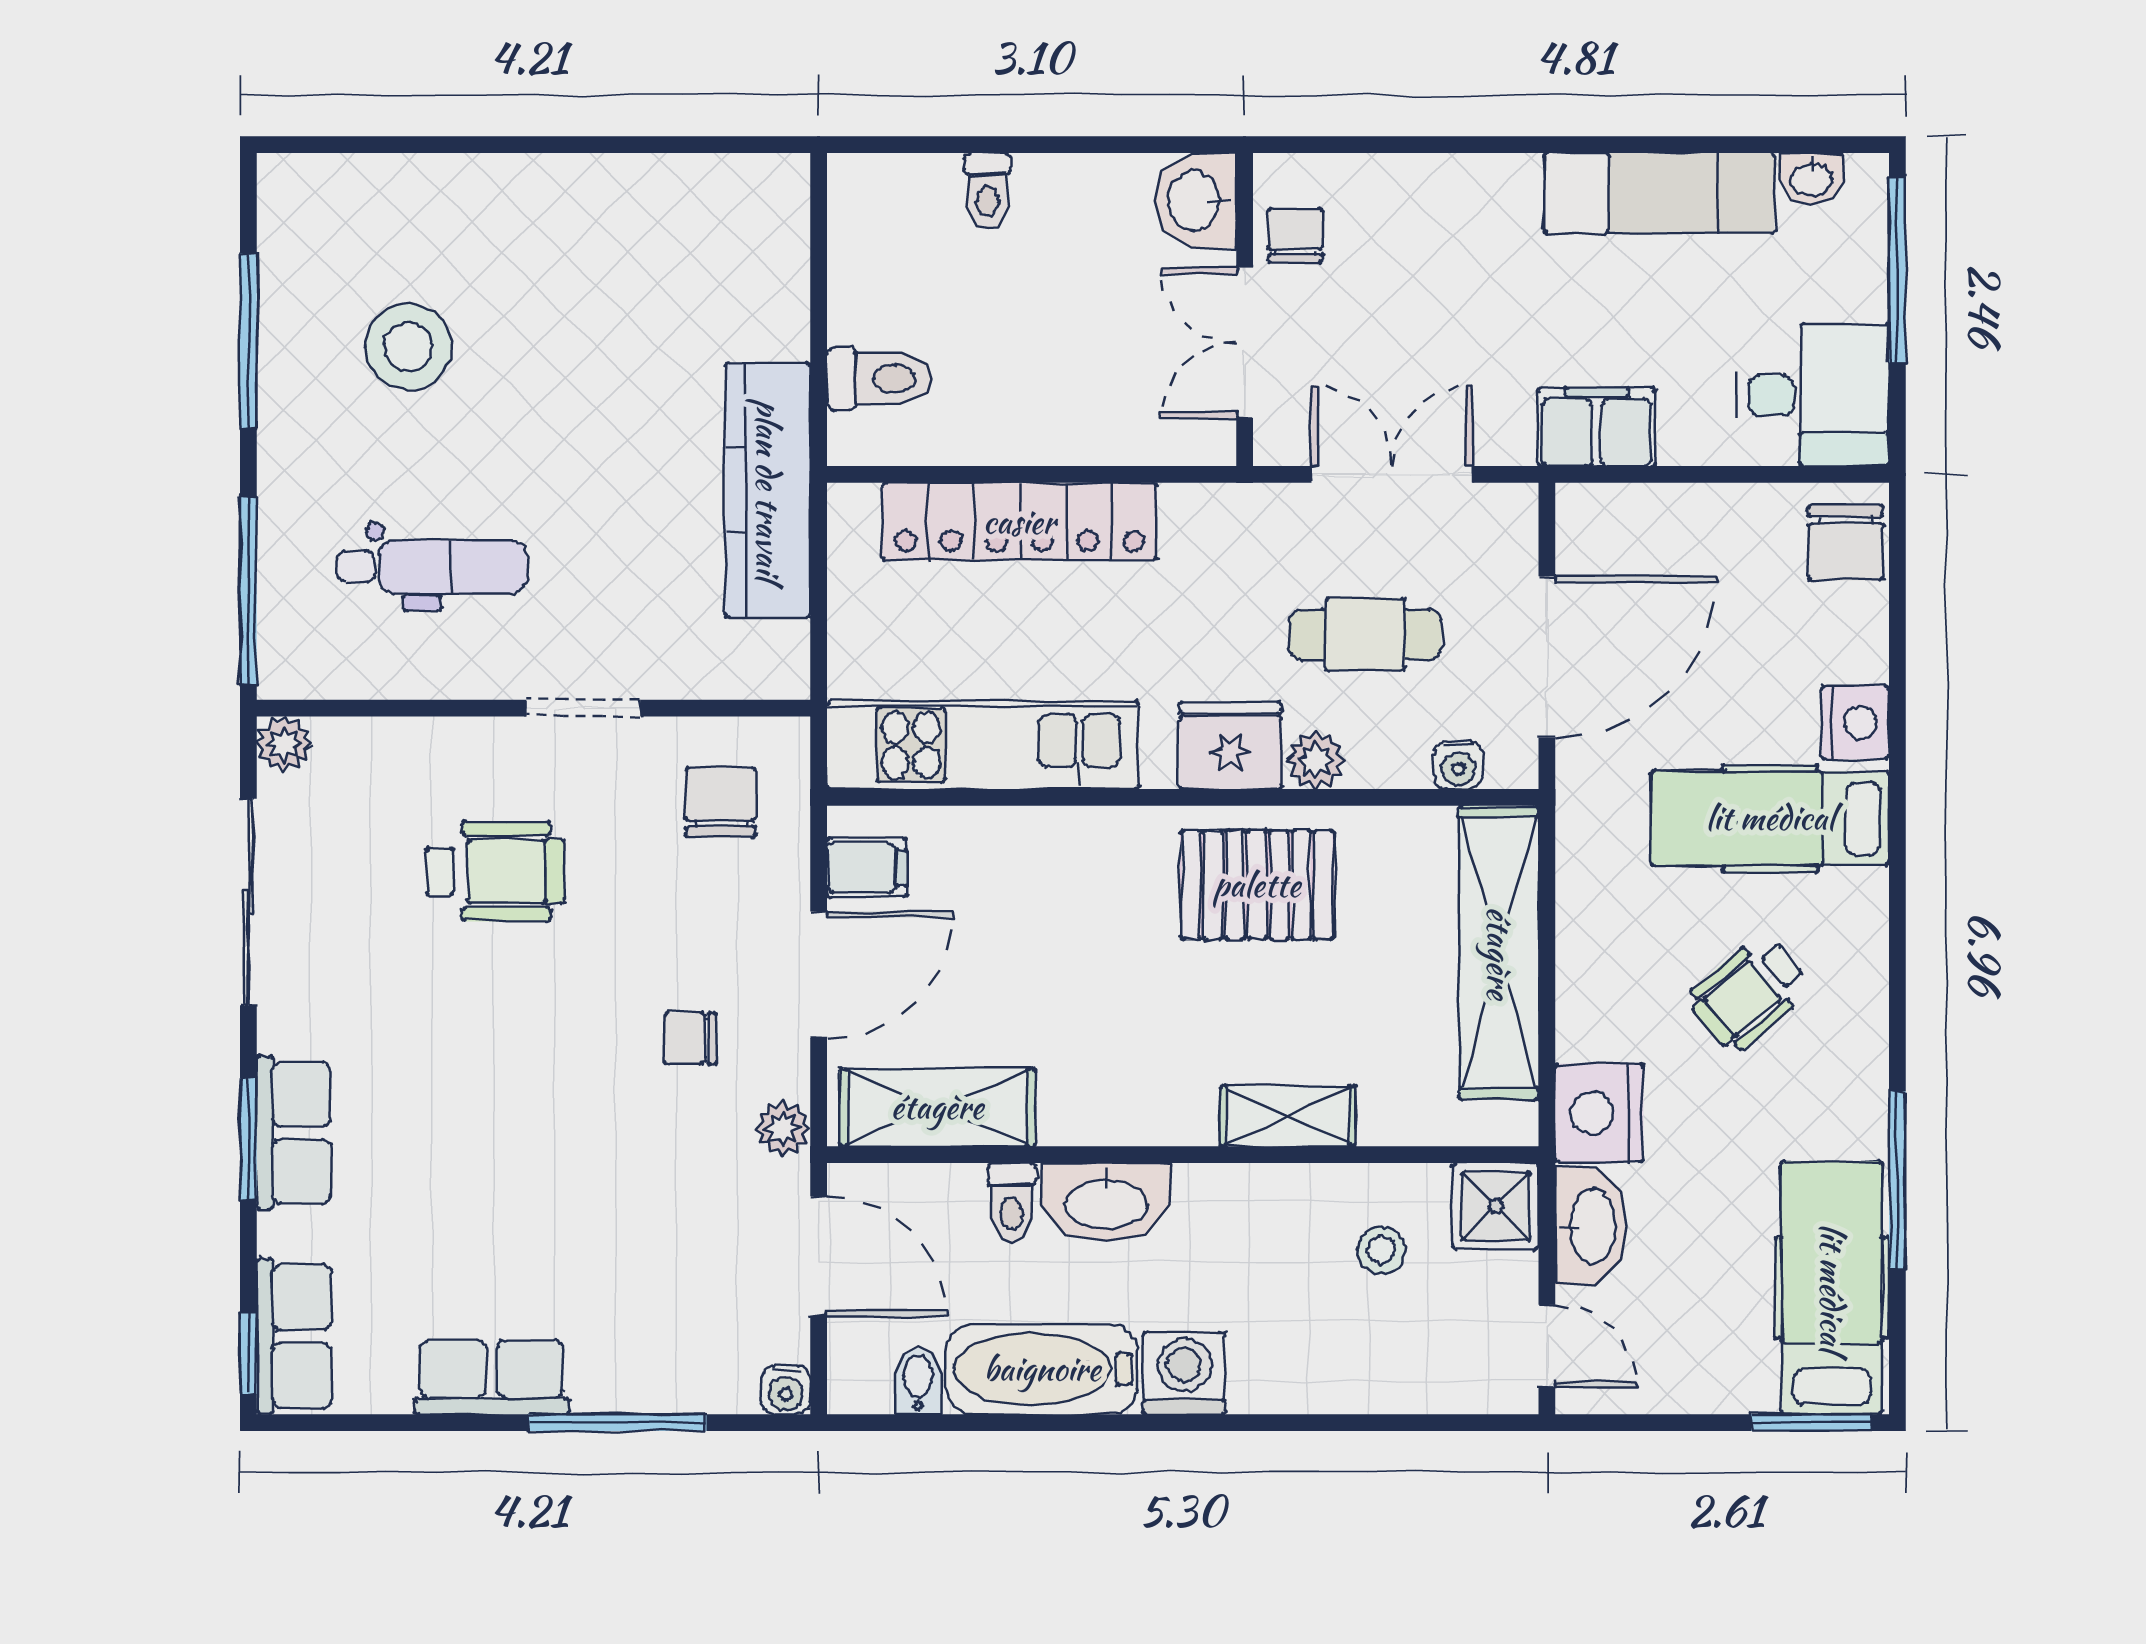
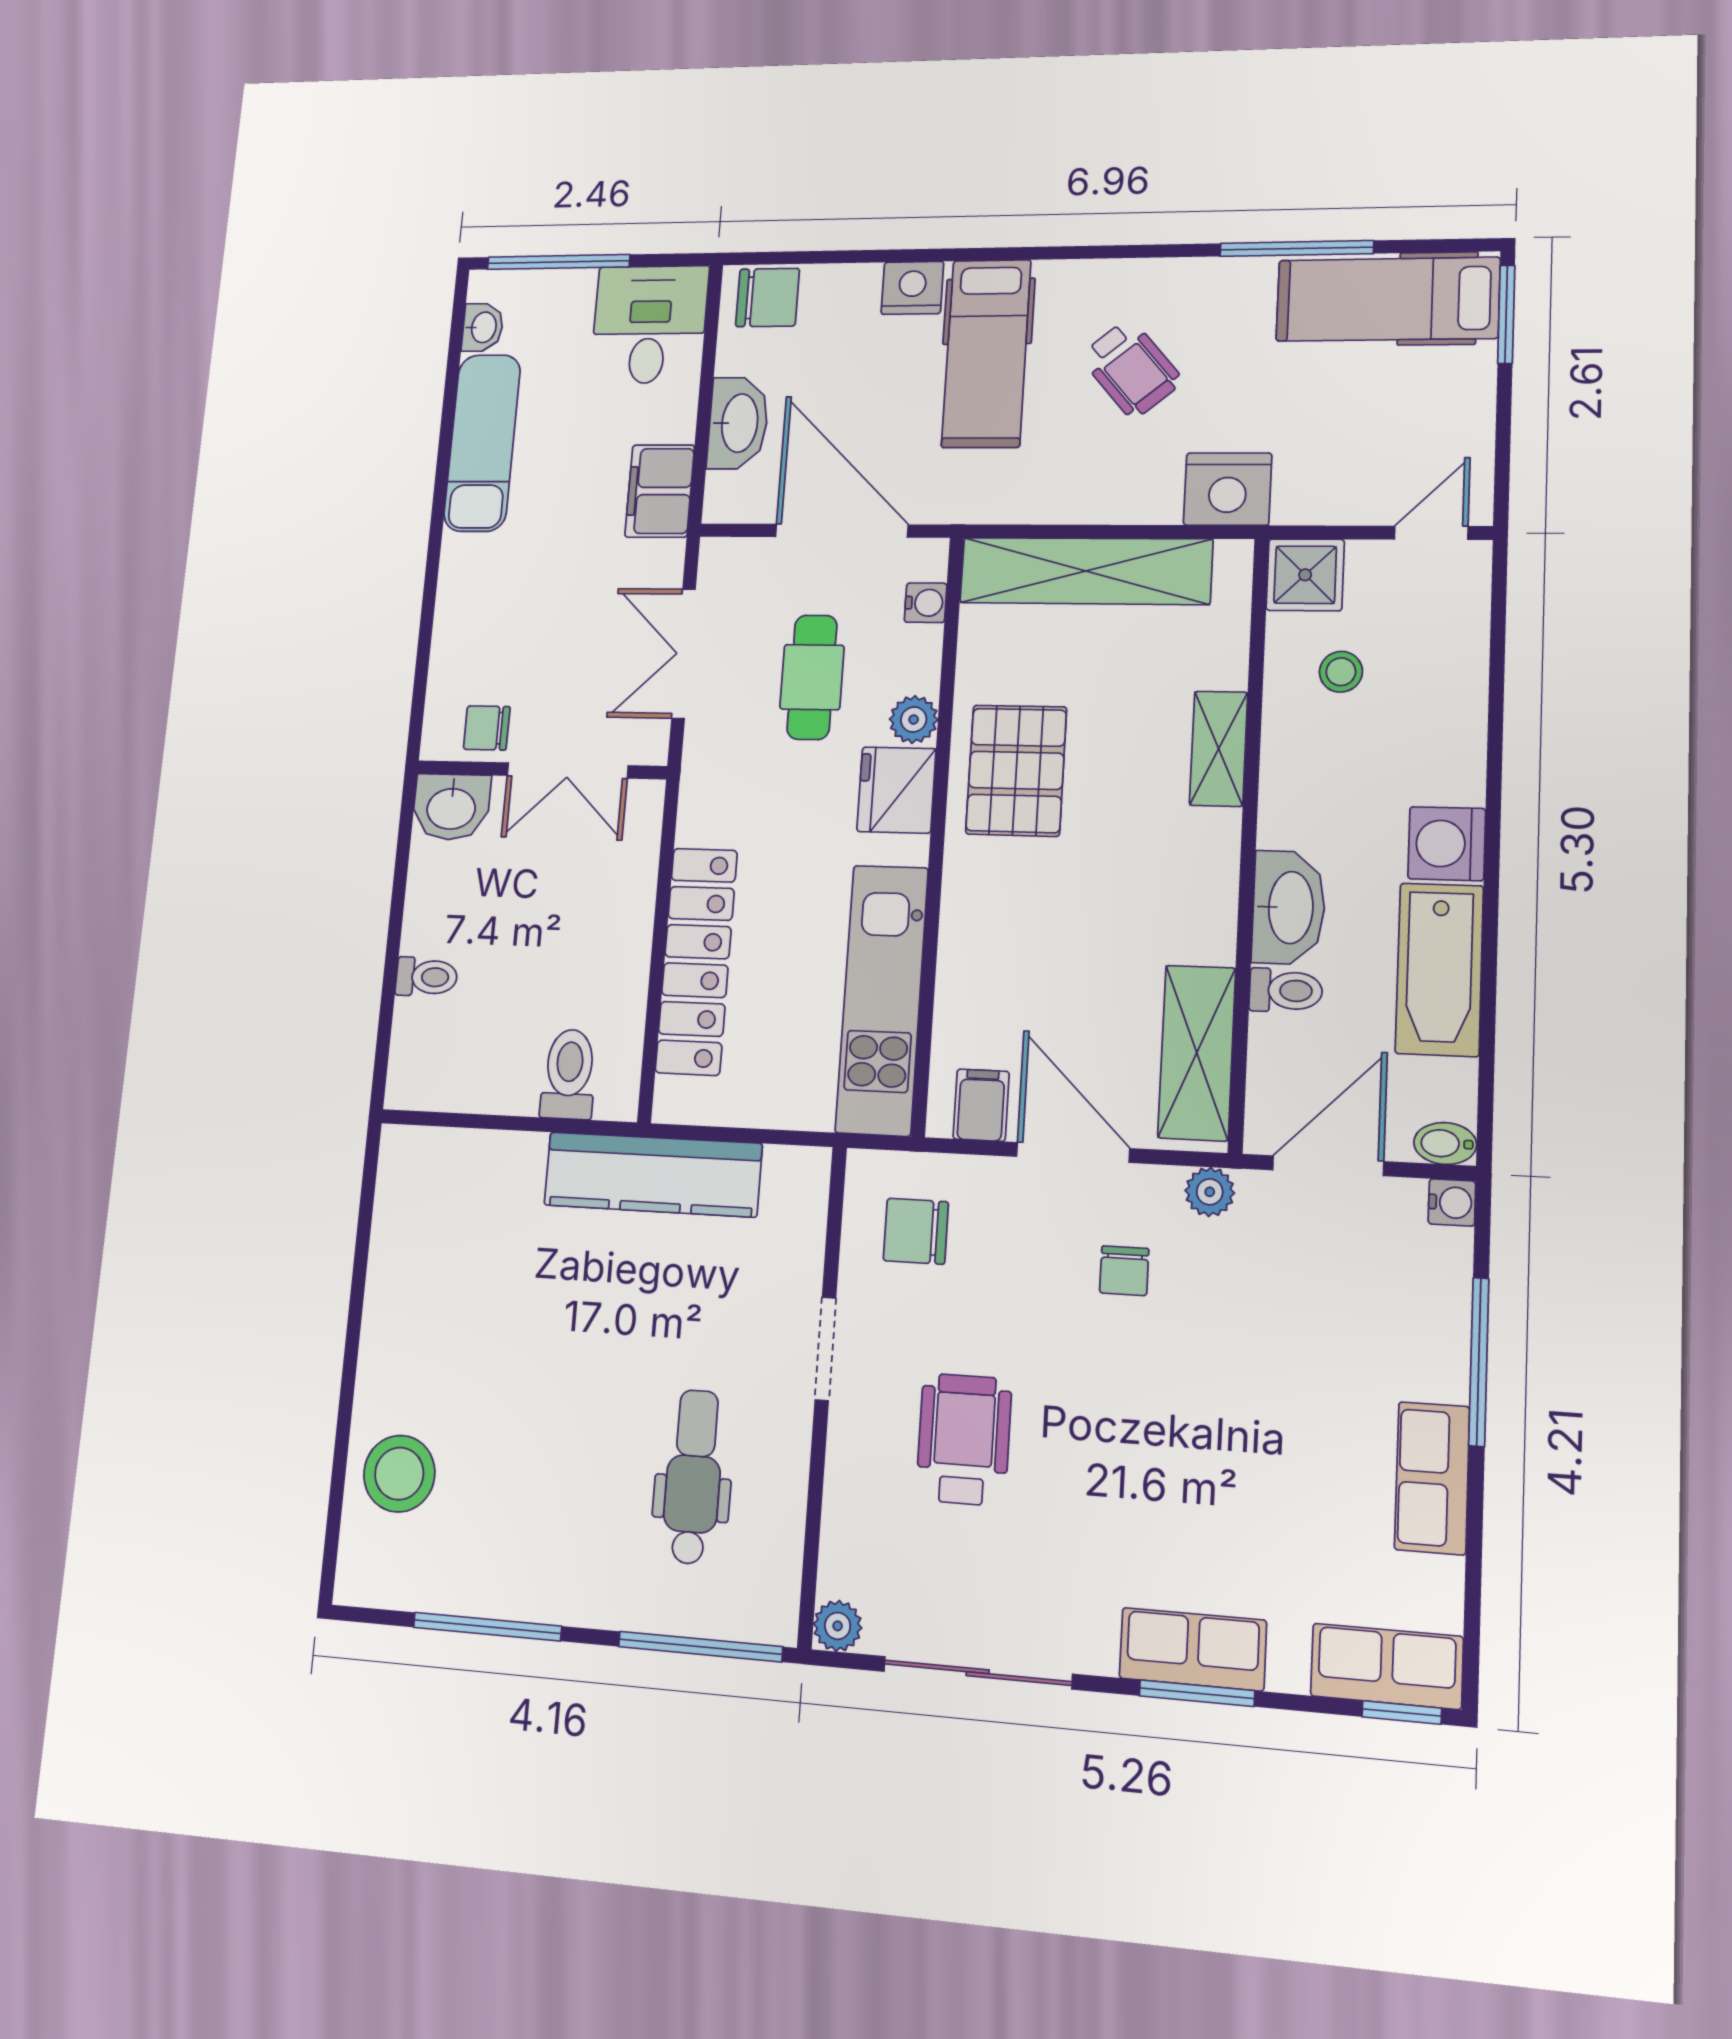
stool: (408, 347) -> (399, 1474), moved
washbasin: (1591, 1226) -> (738, 423), moved, turned 90
bidet: (918, 1381) -> (1445, 1143), moved

